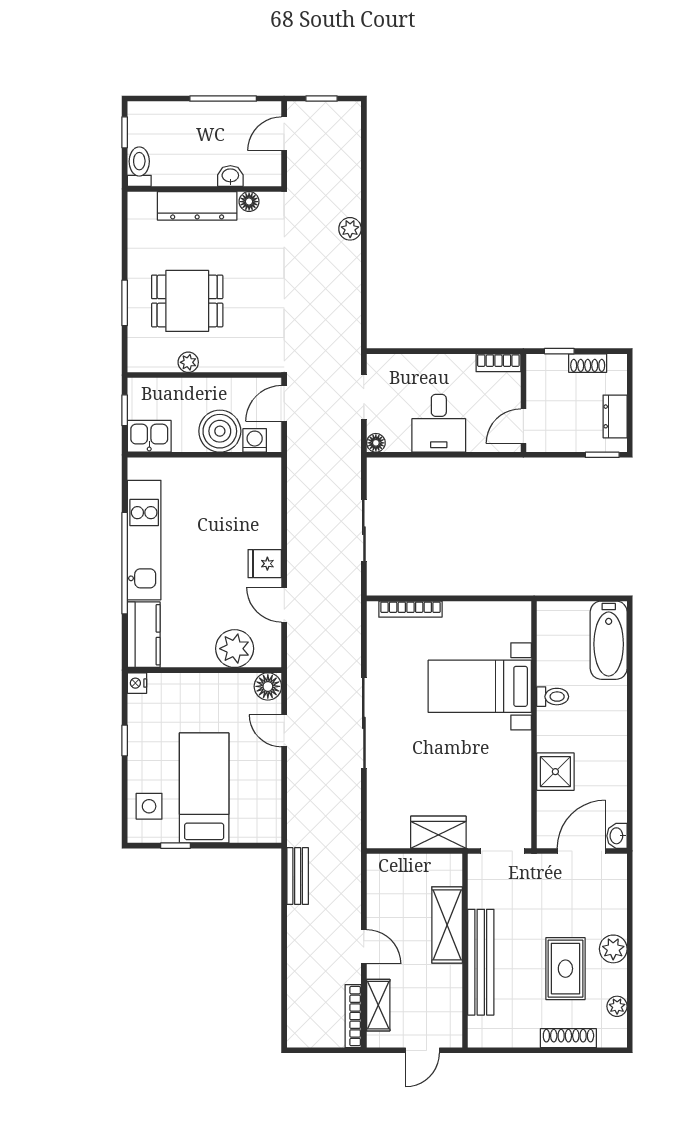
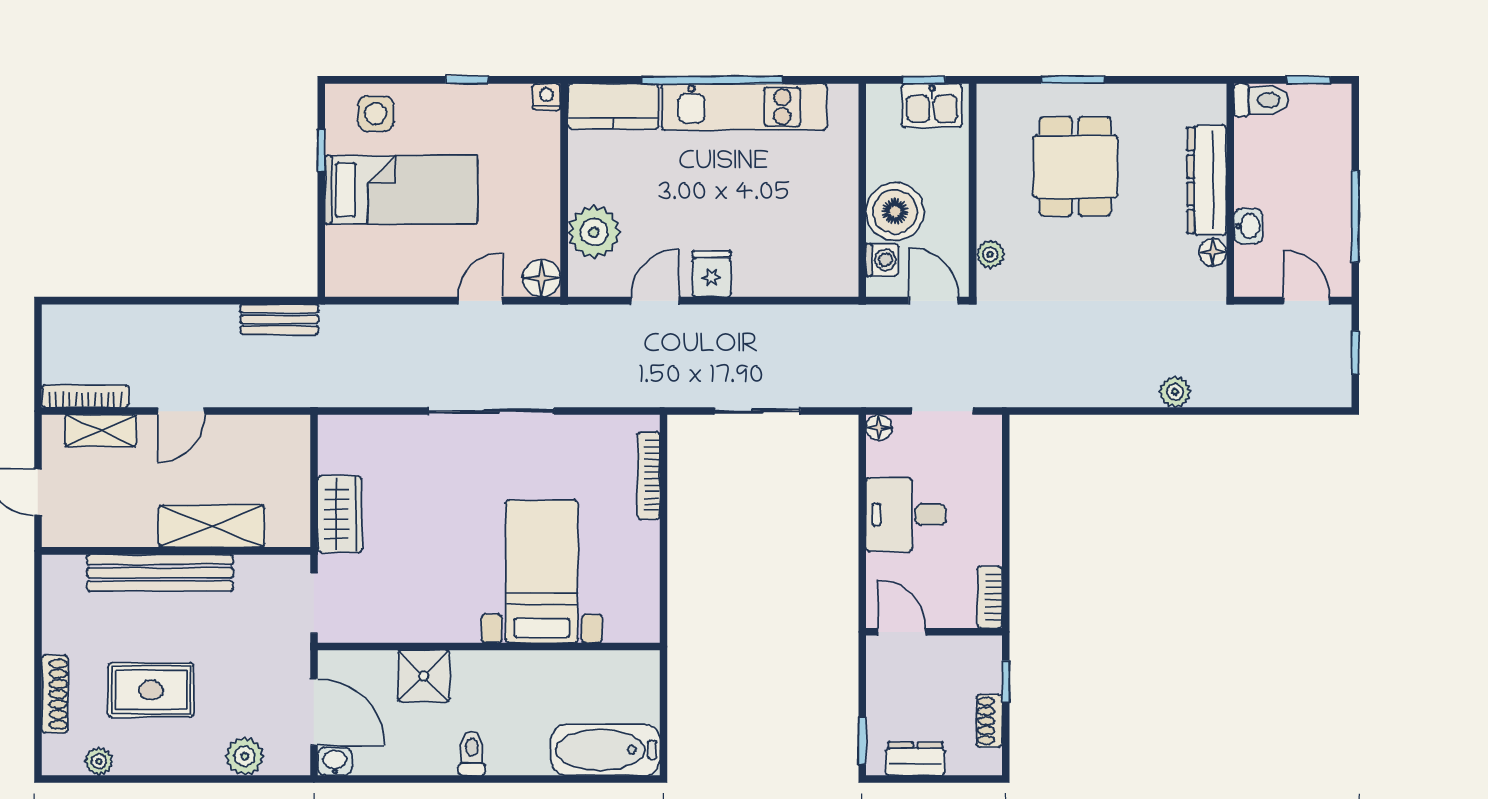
plant: (188, 362) -> (990, 254), moved
kitchen sink: (149, 436) -> (932, 106), moved, turned 90
toilet: (553, 697) -> (472, 753), moved, turned 180
plant: (613, 949) -> (245, 756), moved

